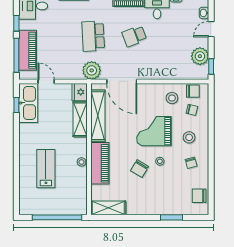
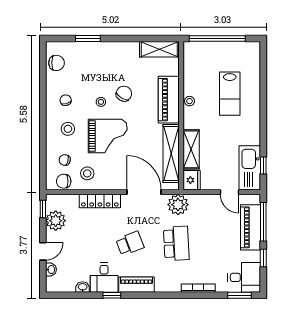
locker: (161, 74) -> (100, 201), added

